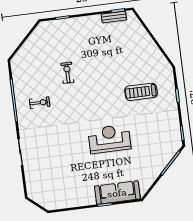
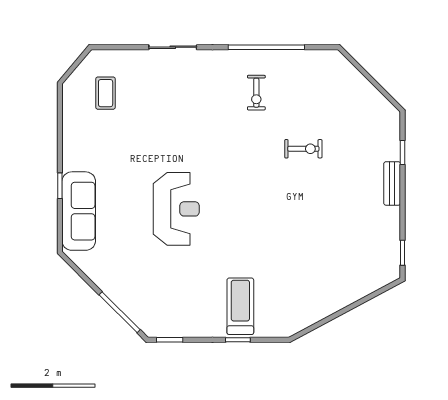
bench: (114, 17) -> (392, 183), moved
treadmill: (141, 92) -> (240, 306), moved
coffee table: (50, 186) -> (106, 93), added

